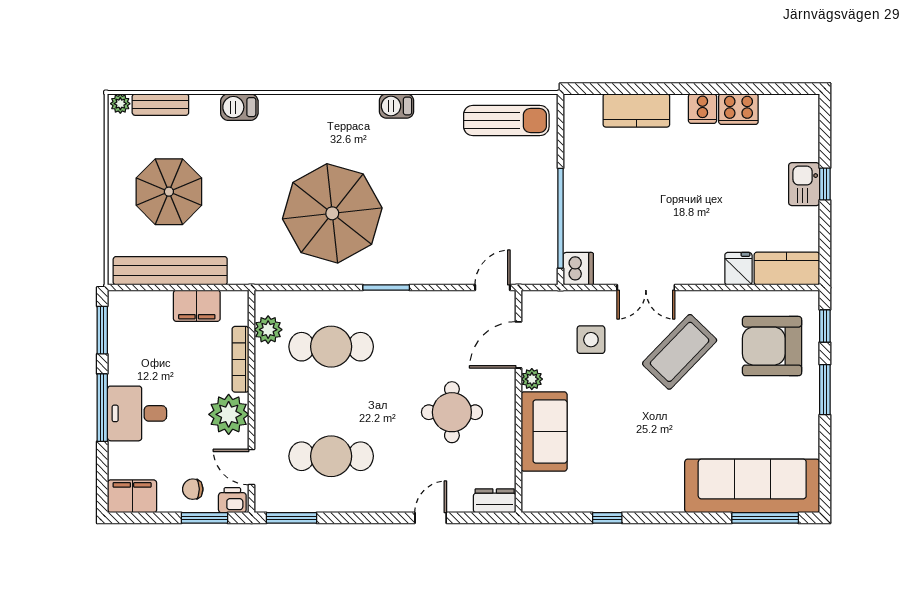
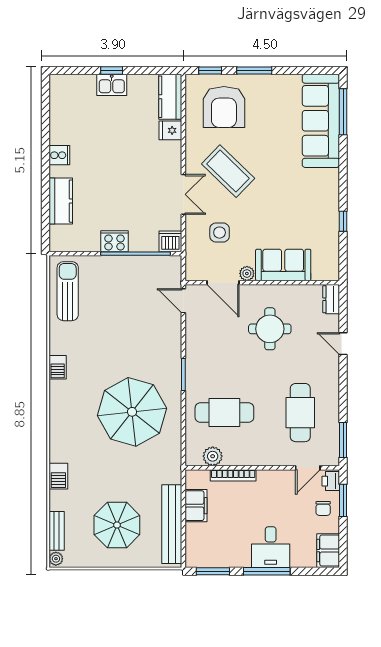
cooker: (738, 109) -> (114, 241), moved, turned -90
cafe table: (331, 347) -> (224, 413), turned 90
plant: (229, 414) -> (271, 484), removed

